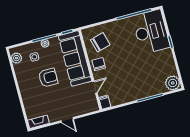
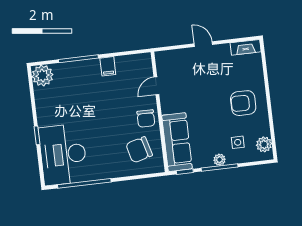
sofa: (75, 58) -> (177, 142), width x0.74, depth x0.79
armchair: (48, 78) -> (243, 103), moved
filing cabinet: (105, 102) -> (108, 66), moved

